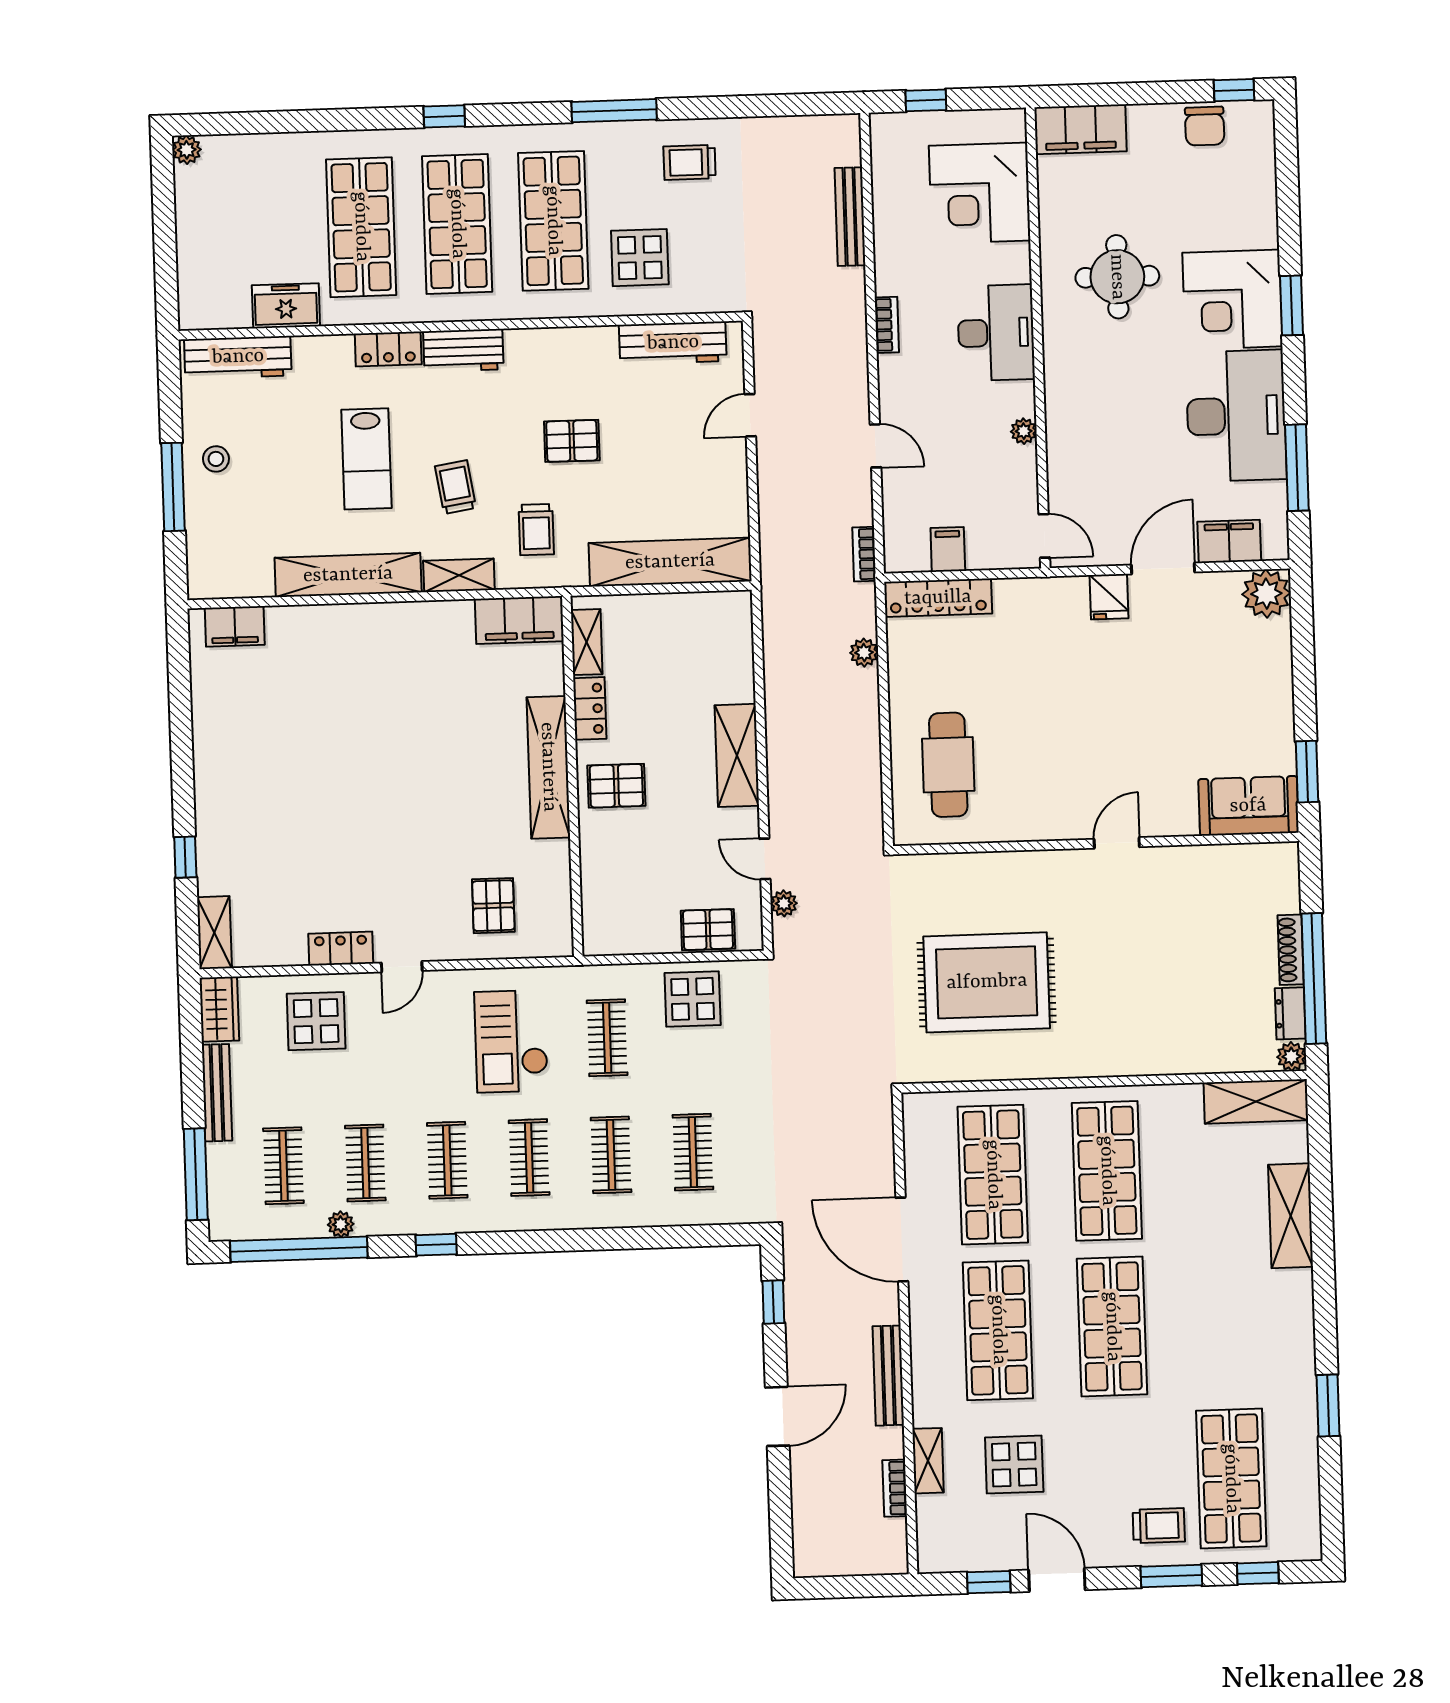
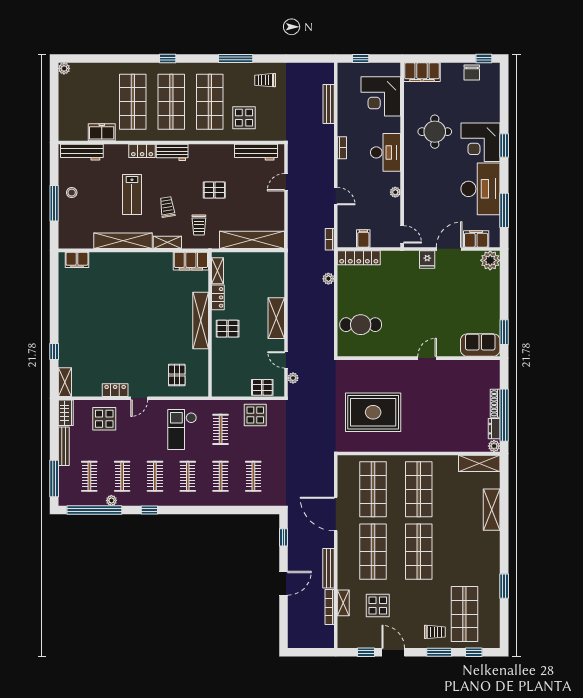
cafe table: (948, 765) -> (361, 325), turned 90
bookcase: (895, 1488) -> (330, 607), width x1.56

